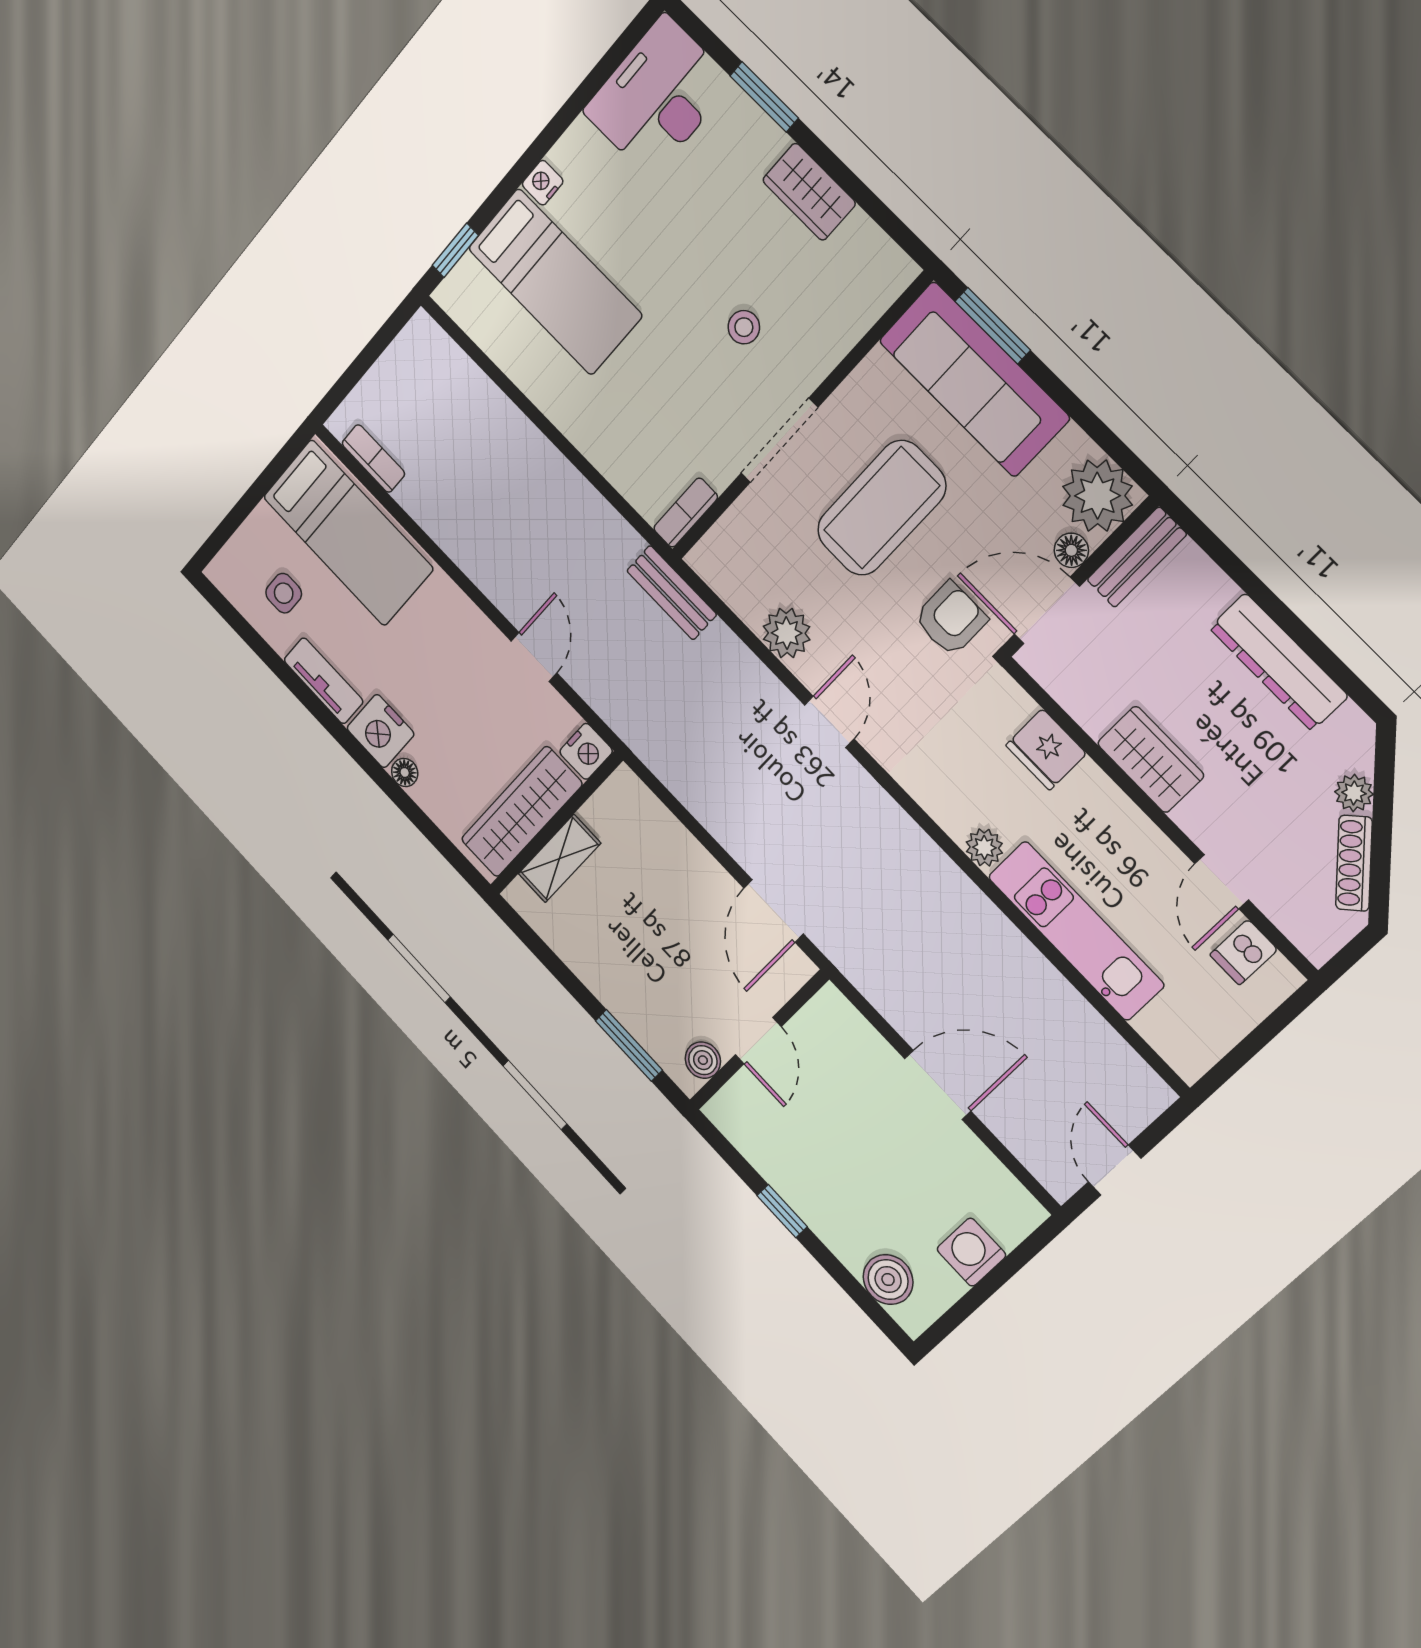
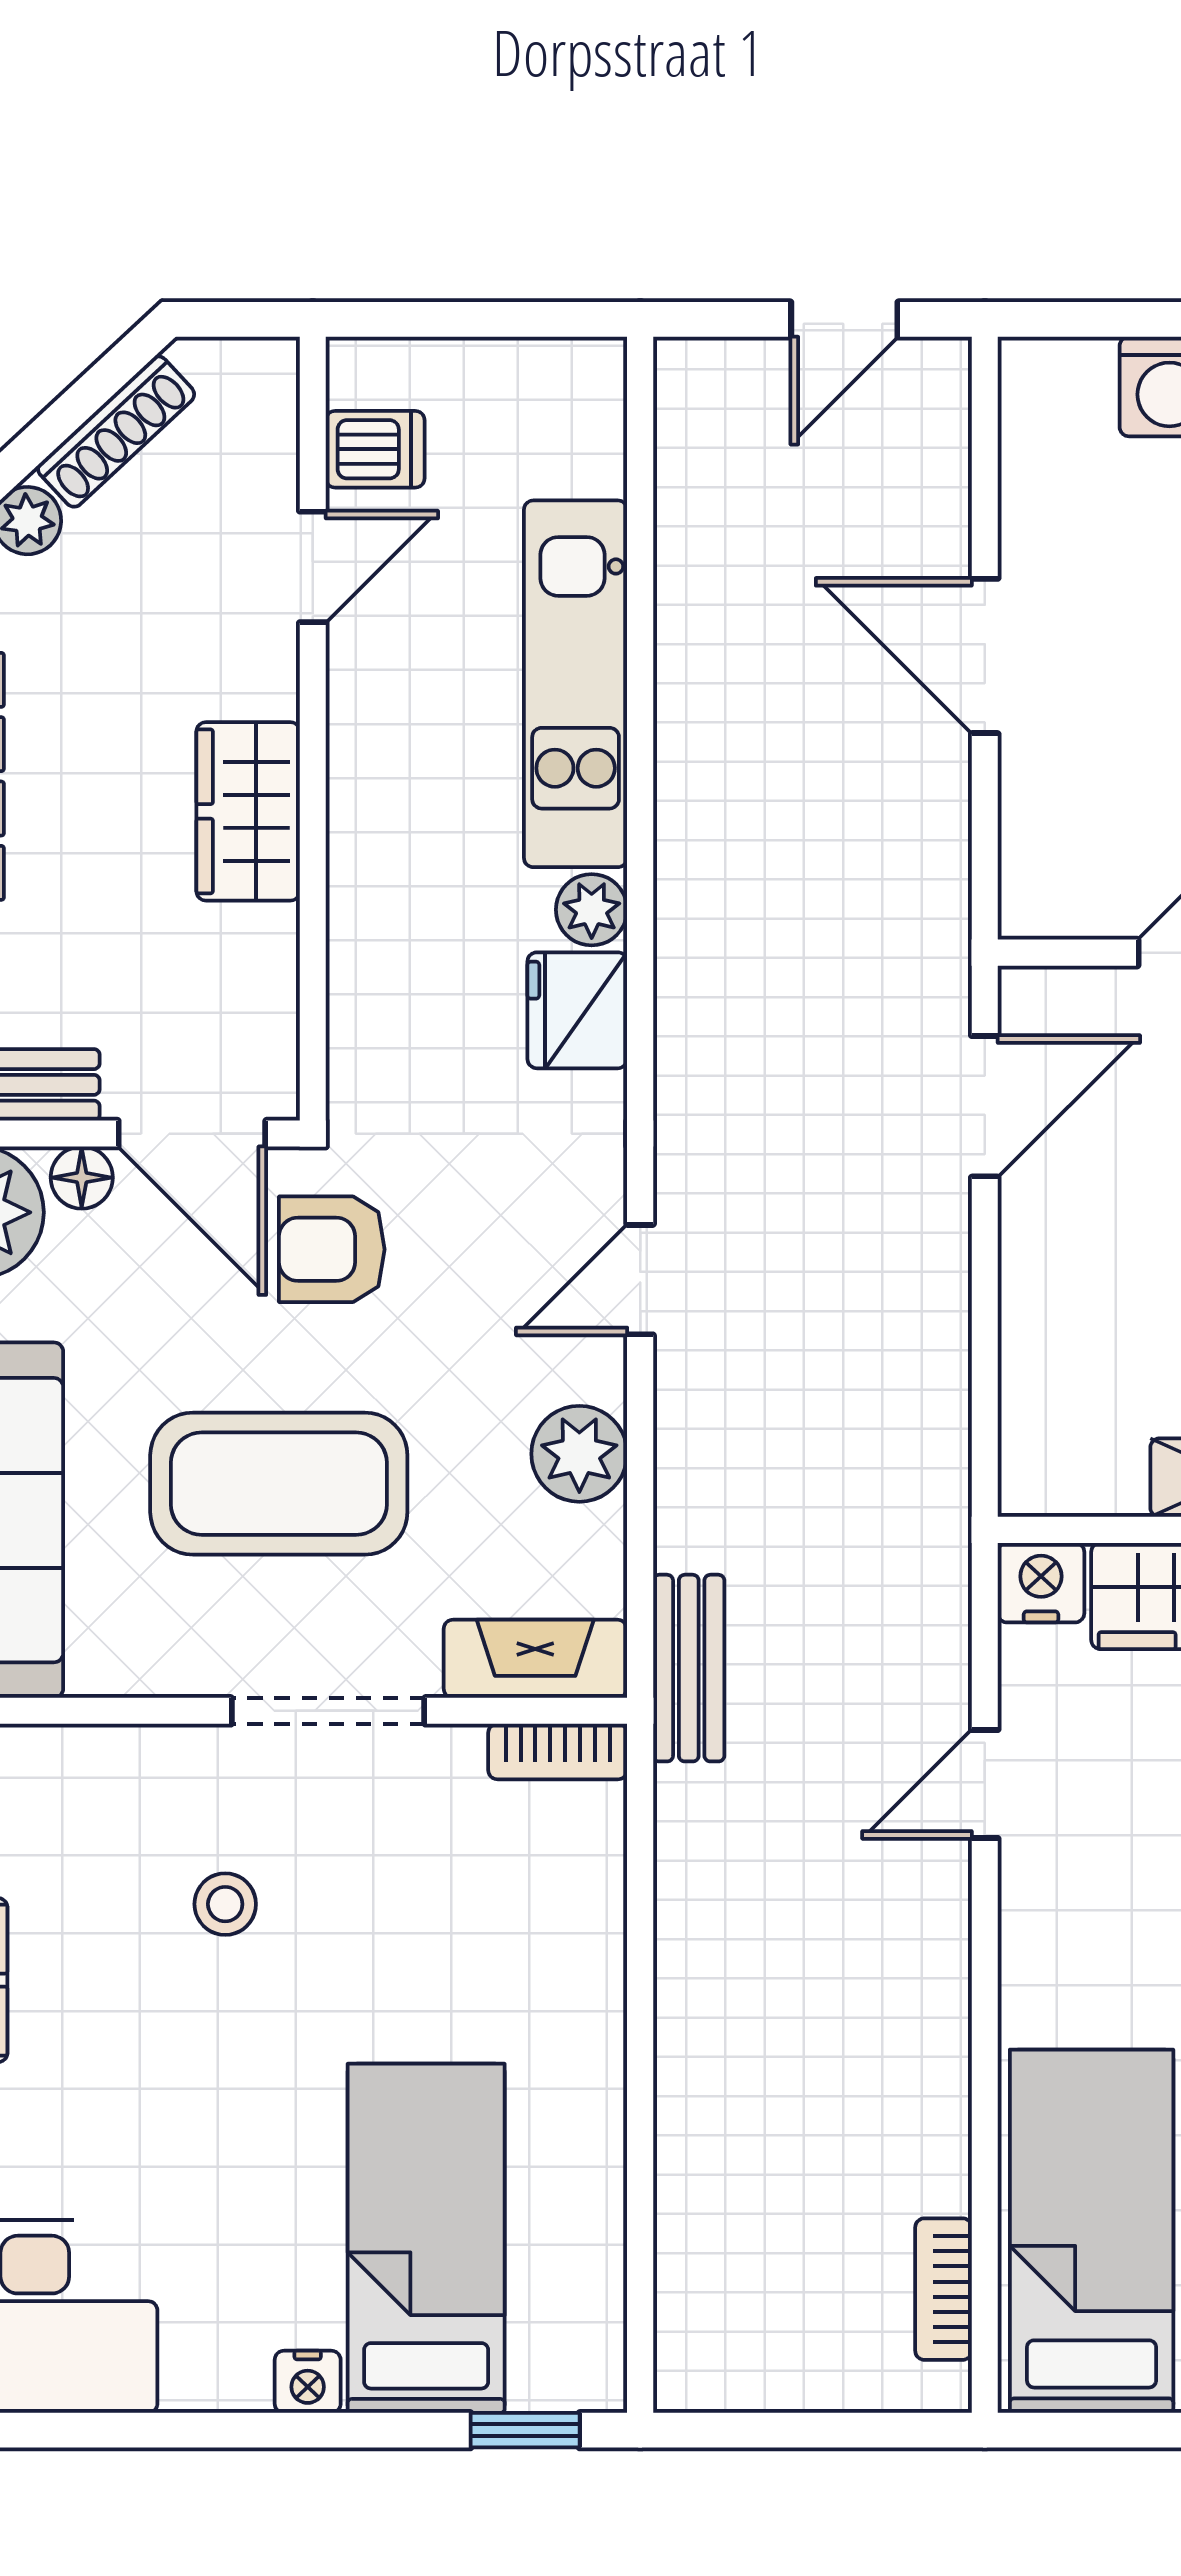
fireplace: (727, 539) -> (535, 1659), added
fridge: (1046, 750) -> (577, 1010), moved, turned 180

